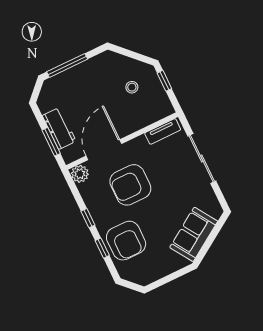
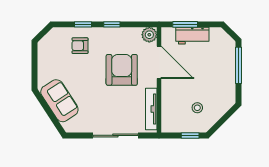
tv unit: (163, 131) -> (151, 109), width x1.41
armchair: (126, 241) -> (80, 46), width x0.53, depth x0.53

